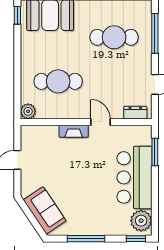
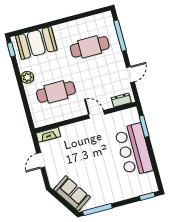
plant: (28, 111) -> (27, 77), moved
fireplace: (74, 131) -> (48, 135), moved
plant: (141, 221) -> (148, 182), removed
window: (86, 239) -> (97, 210), moved

